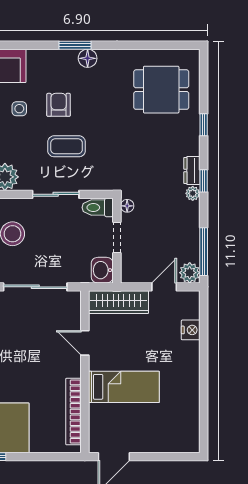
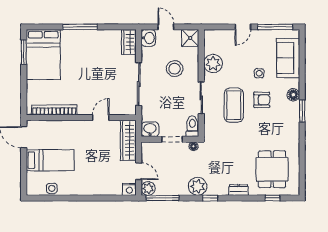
floor lamp: (88, 58) -> (293, 95), moved
window: (204, 125) -> (273, 198), moved
coffee table: (67, 146) -> (234, 105), width x1.36, depth x1.32
dresser: (192, 170) -> (239, 190), moved
plant: (193, 193) -> (198, 186), width x1.88, depth x1.88
nightstand: (191, 330) -> (129, 189), moved
bed: (124, 387) -> (50, 160), moved, turned -90
side table: (190, 415) -> (52, 188), added

